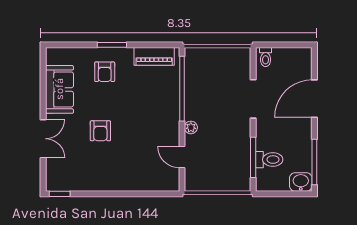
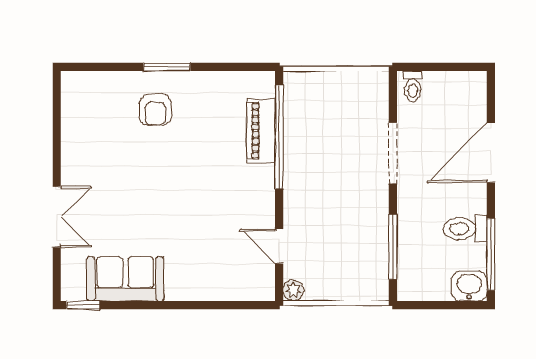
piano: (154, 56) -> (261, 131), moved, turned 90
sofa: (59, 89) -> (125, 279), moved, turned -90
plant: (191, 127) -> (293, 290), moved
armchair: (100, 131) -> (149, 204), removed
toilet: (269, 160) -> (465, 229), moved, turned 180

